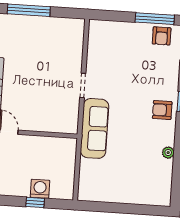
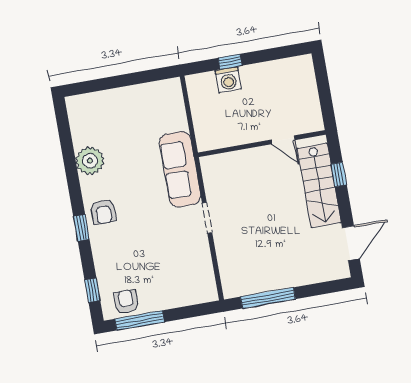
window: (29, 10) -> (268, 298), moved
armchair: (162, 110) -> (103, 212), turned 90
plant: (168, 153) -> (90, 161), width x1.88, depth x1.88

